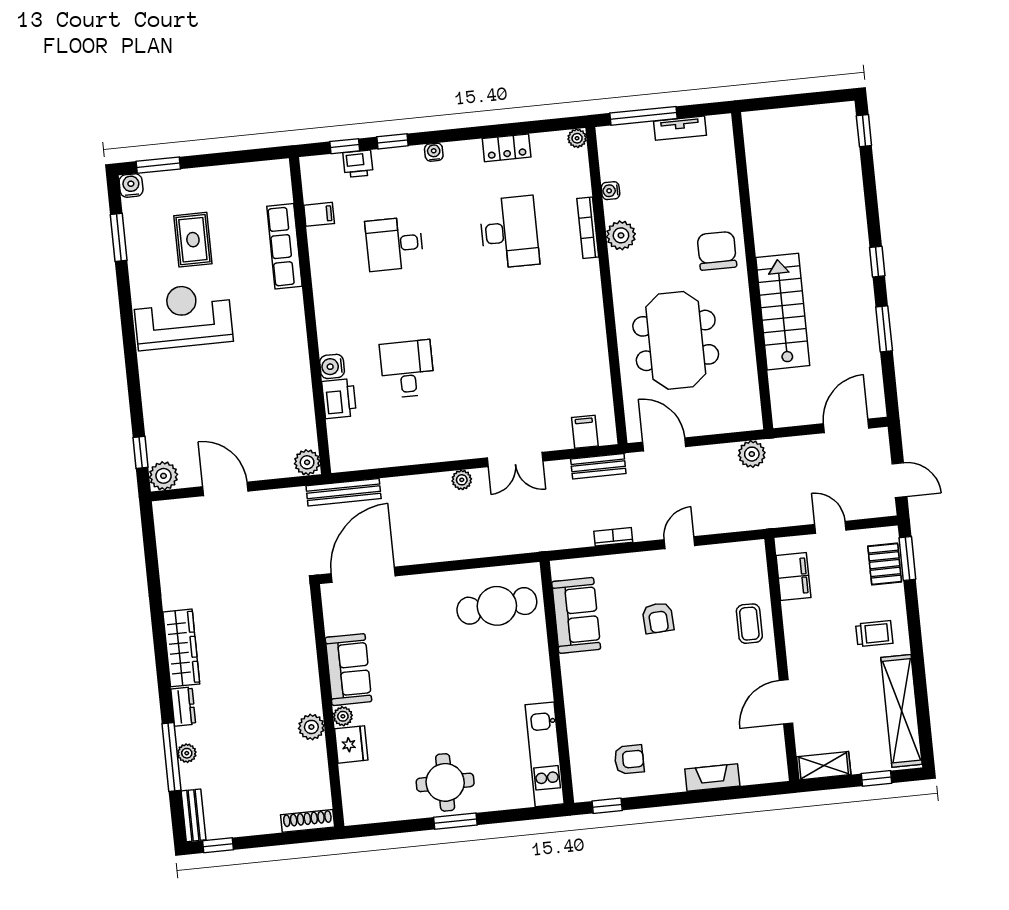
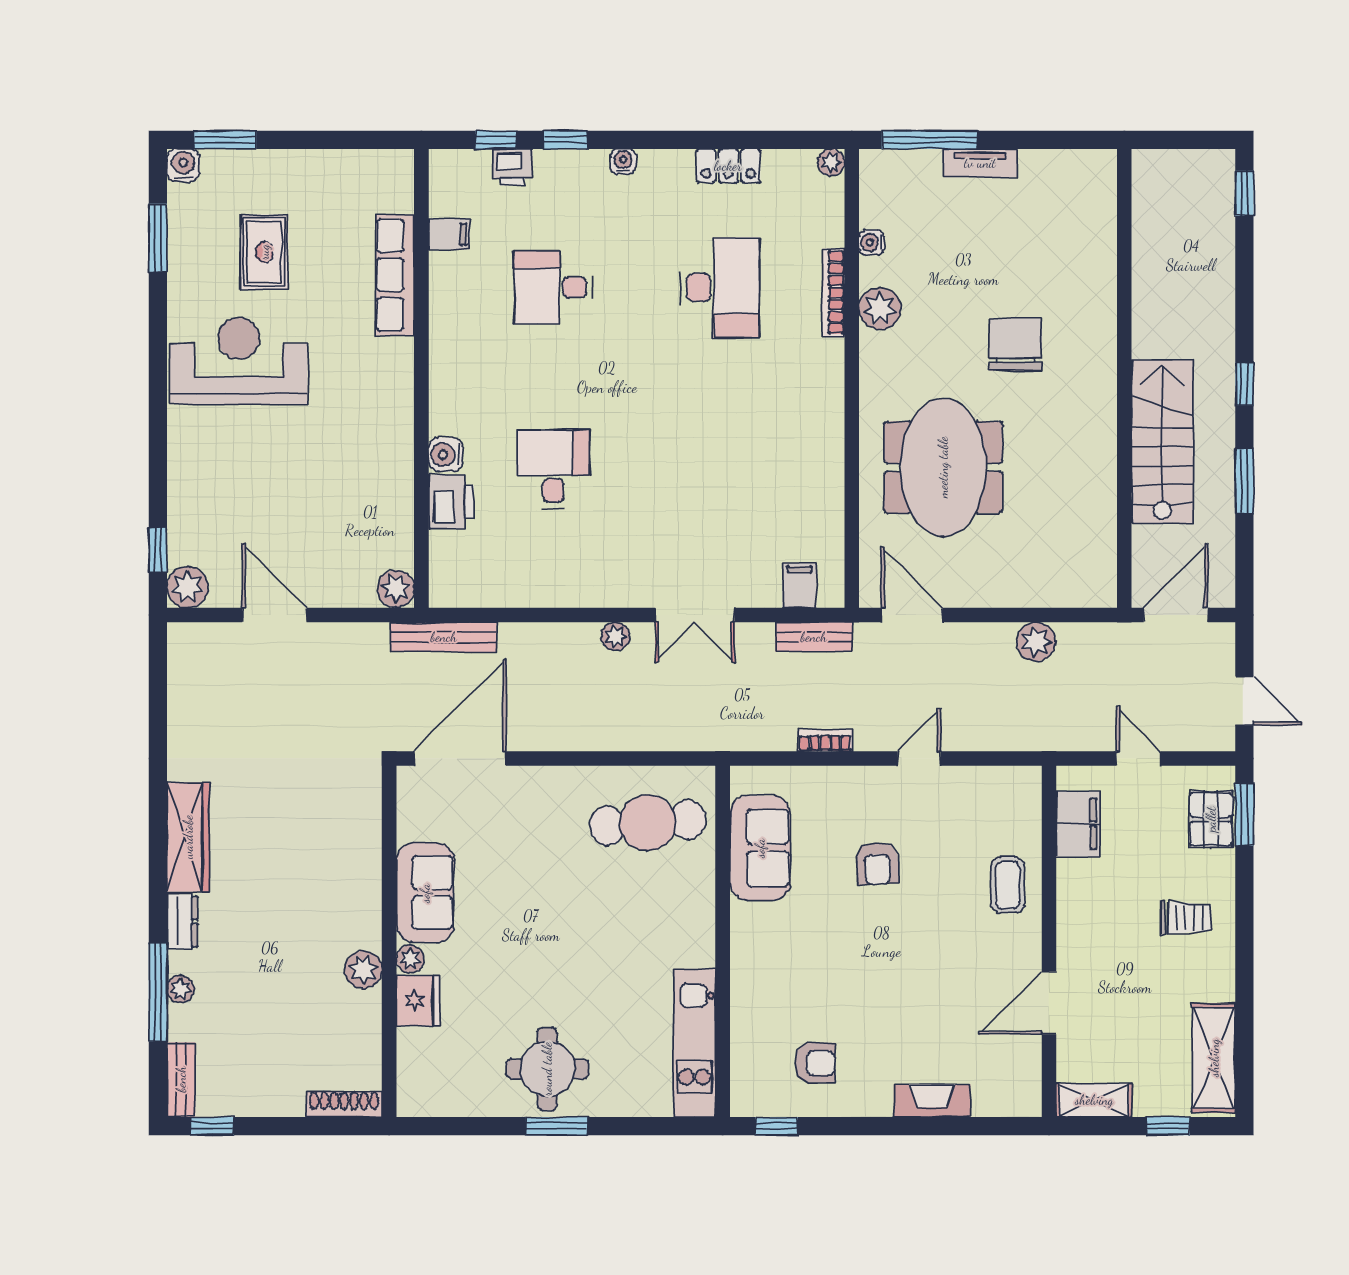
wall: (752, 271) -> (1124, 378), moved
stairs: (783, 312) -> (1162, 441), moved
shelving: (901, 711) -> (1214, 1058), width x0.68

